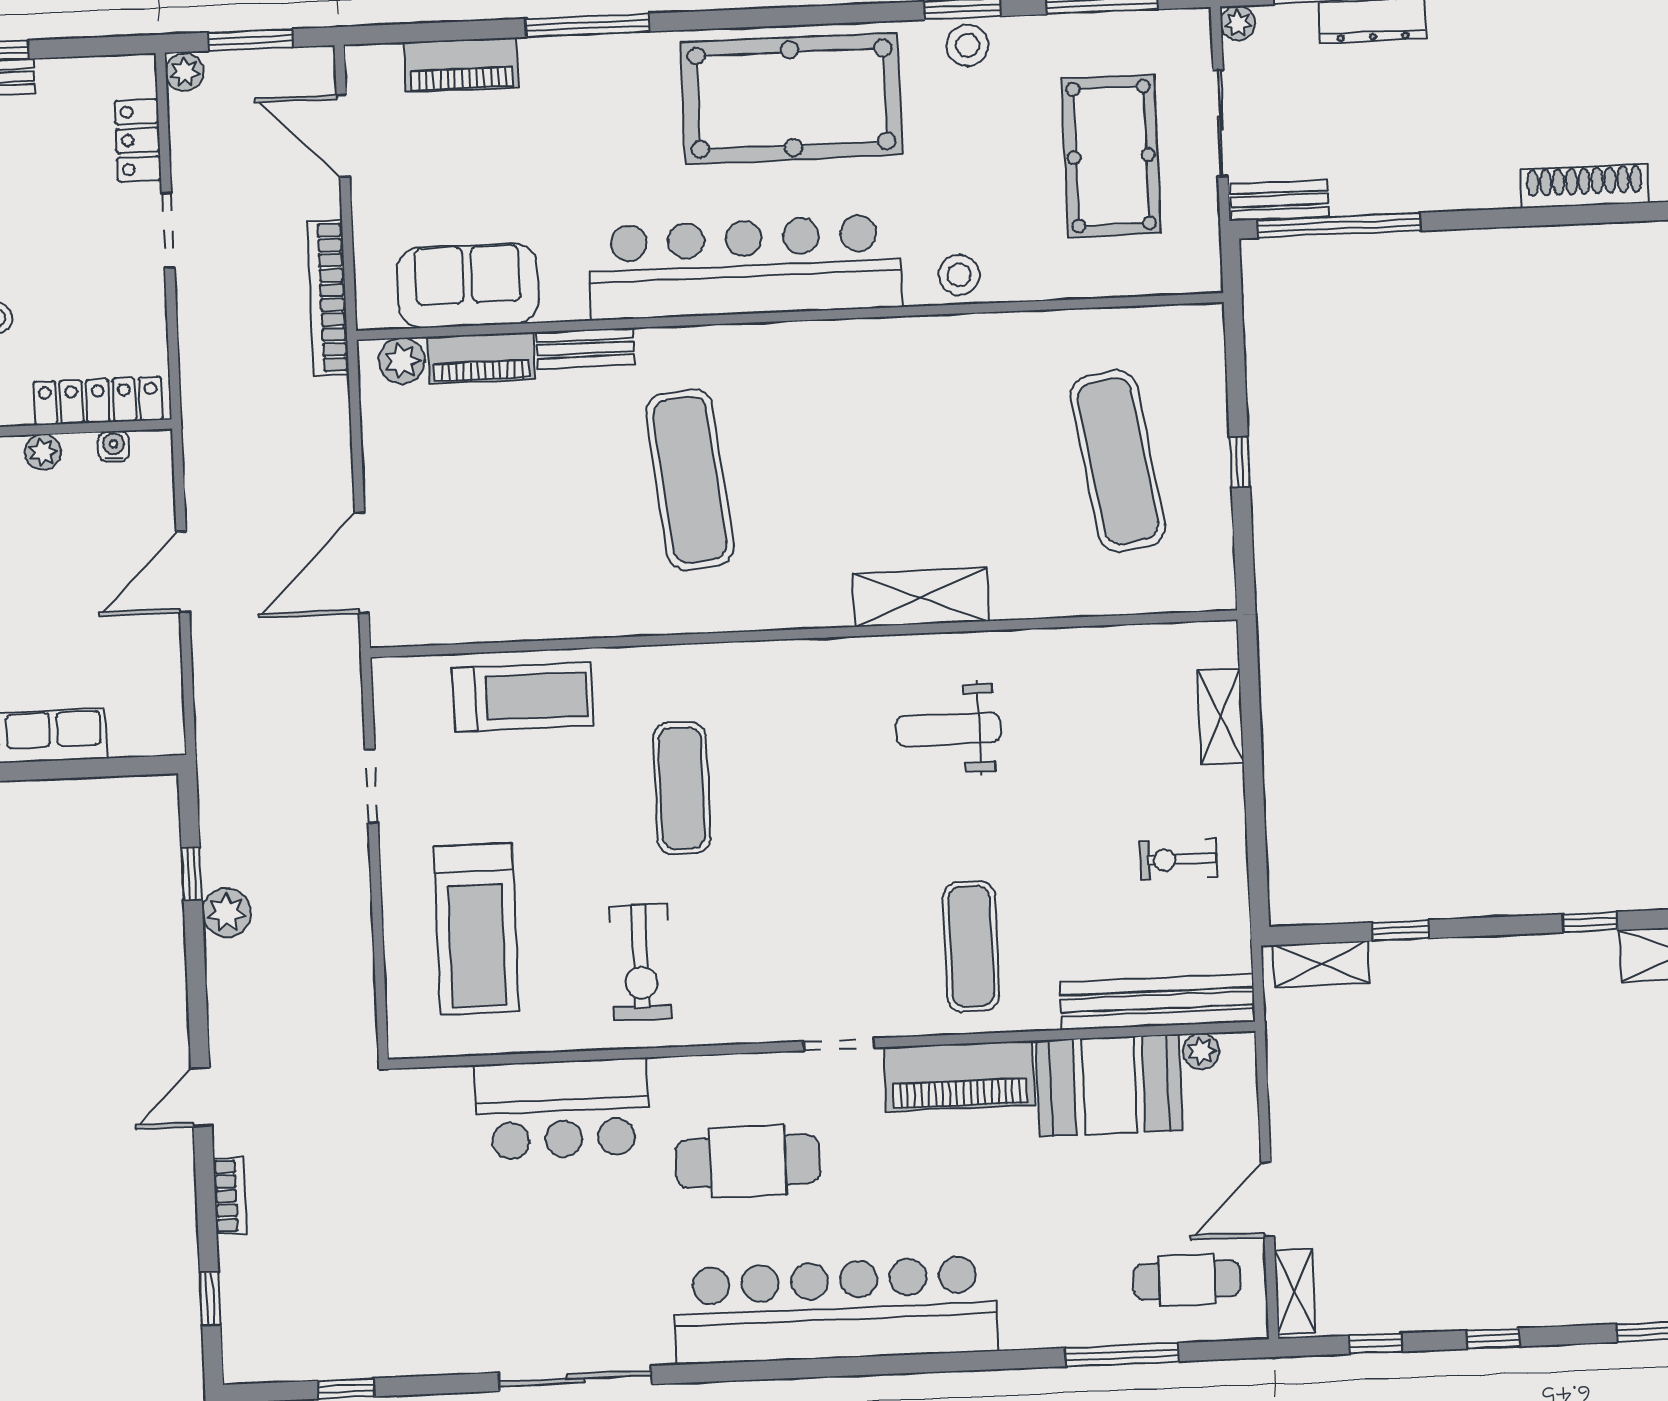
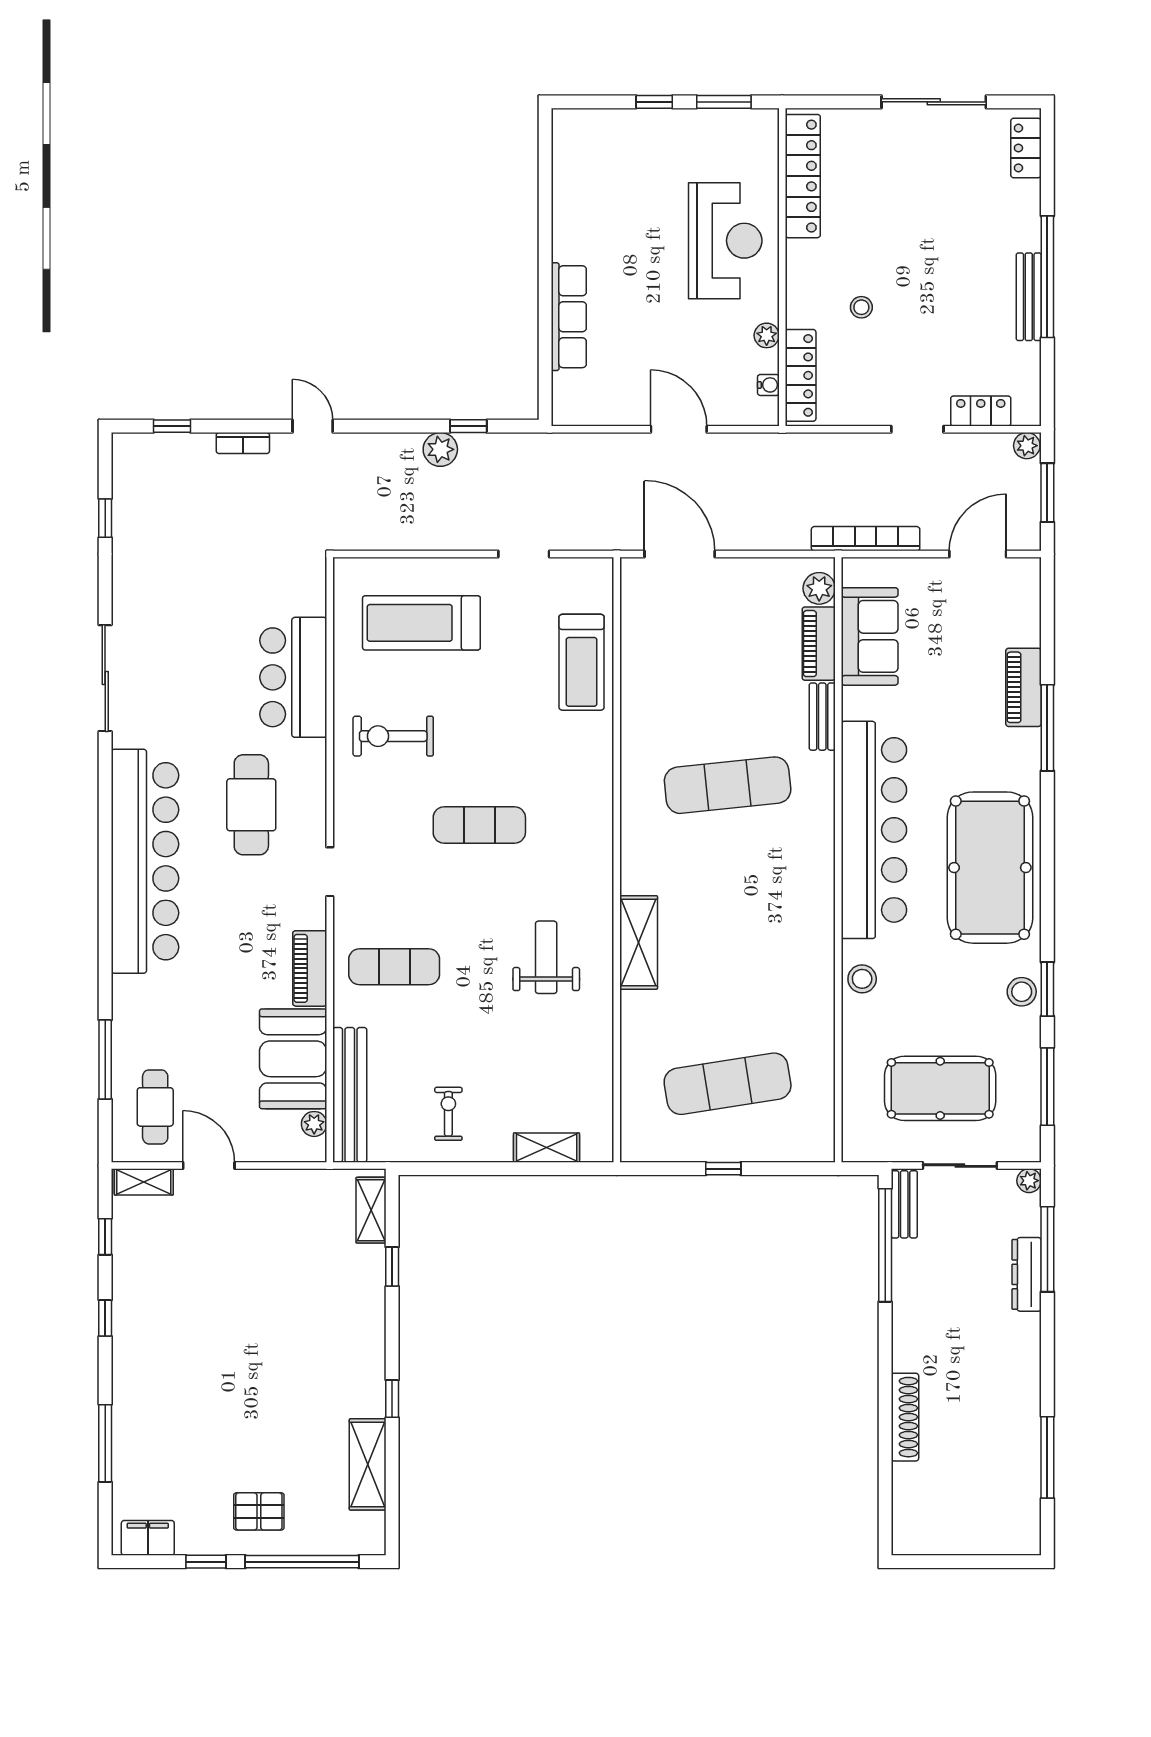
piano: (461, 65) -> (1023, 687), moved
exercise mat: (682, 788) -> (479, 825), moved
piano: (959, 1076) -> (310, 968), width x0.73, depth x0.75

